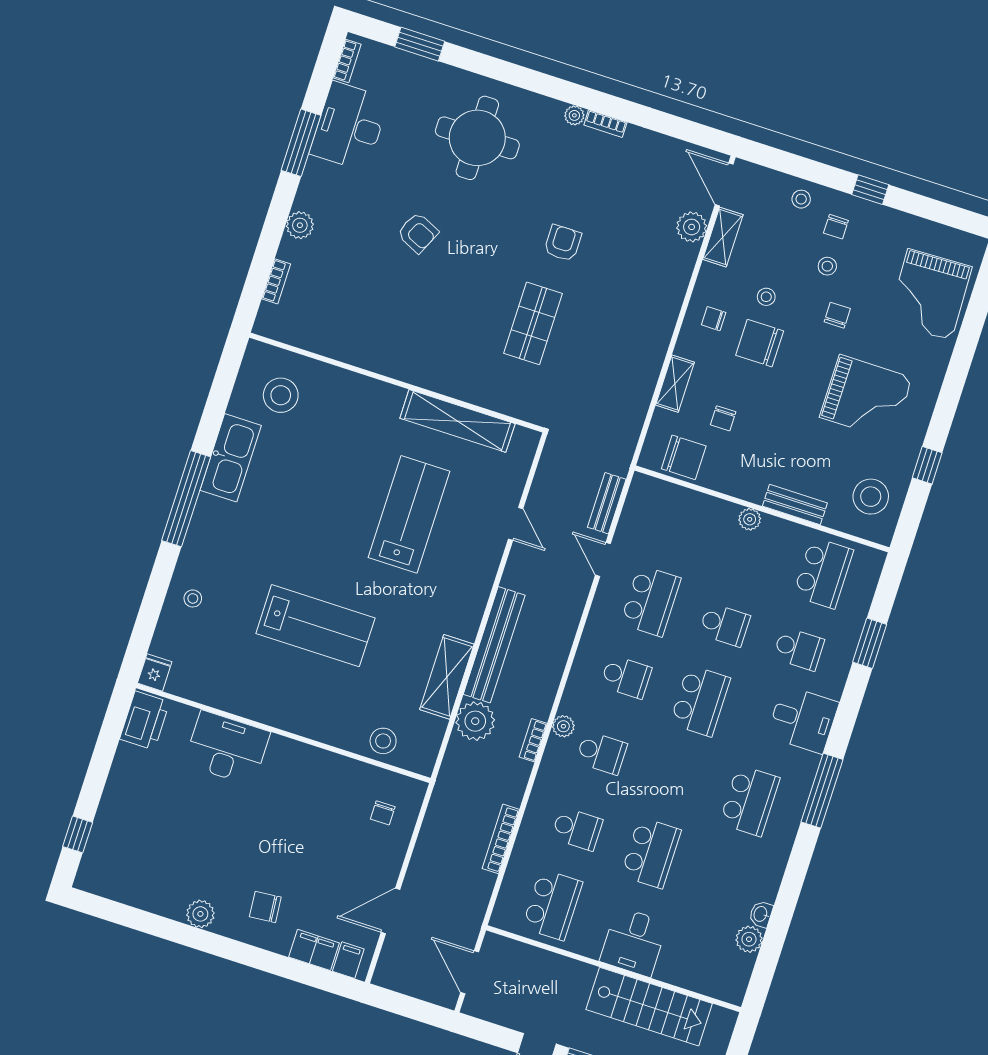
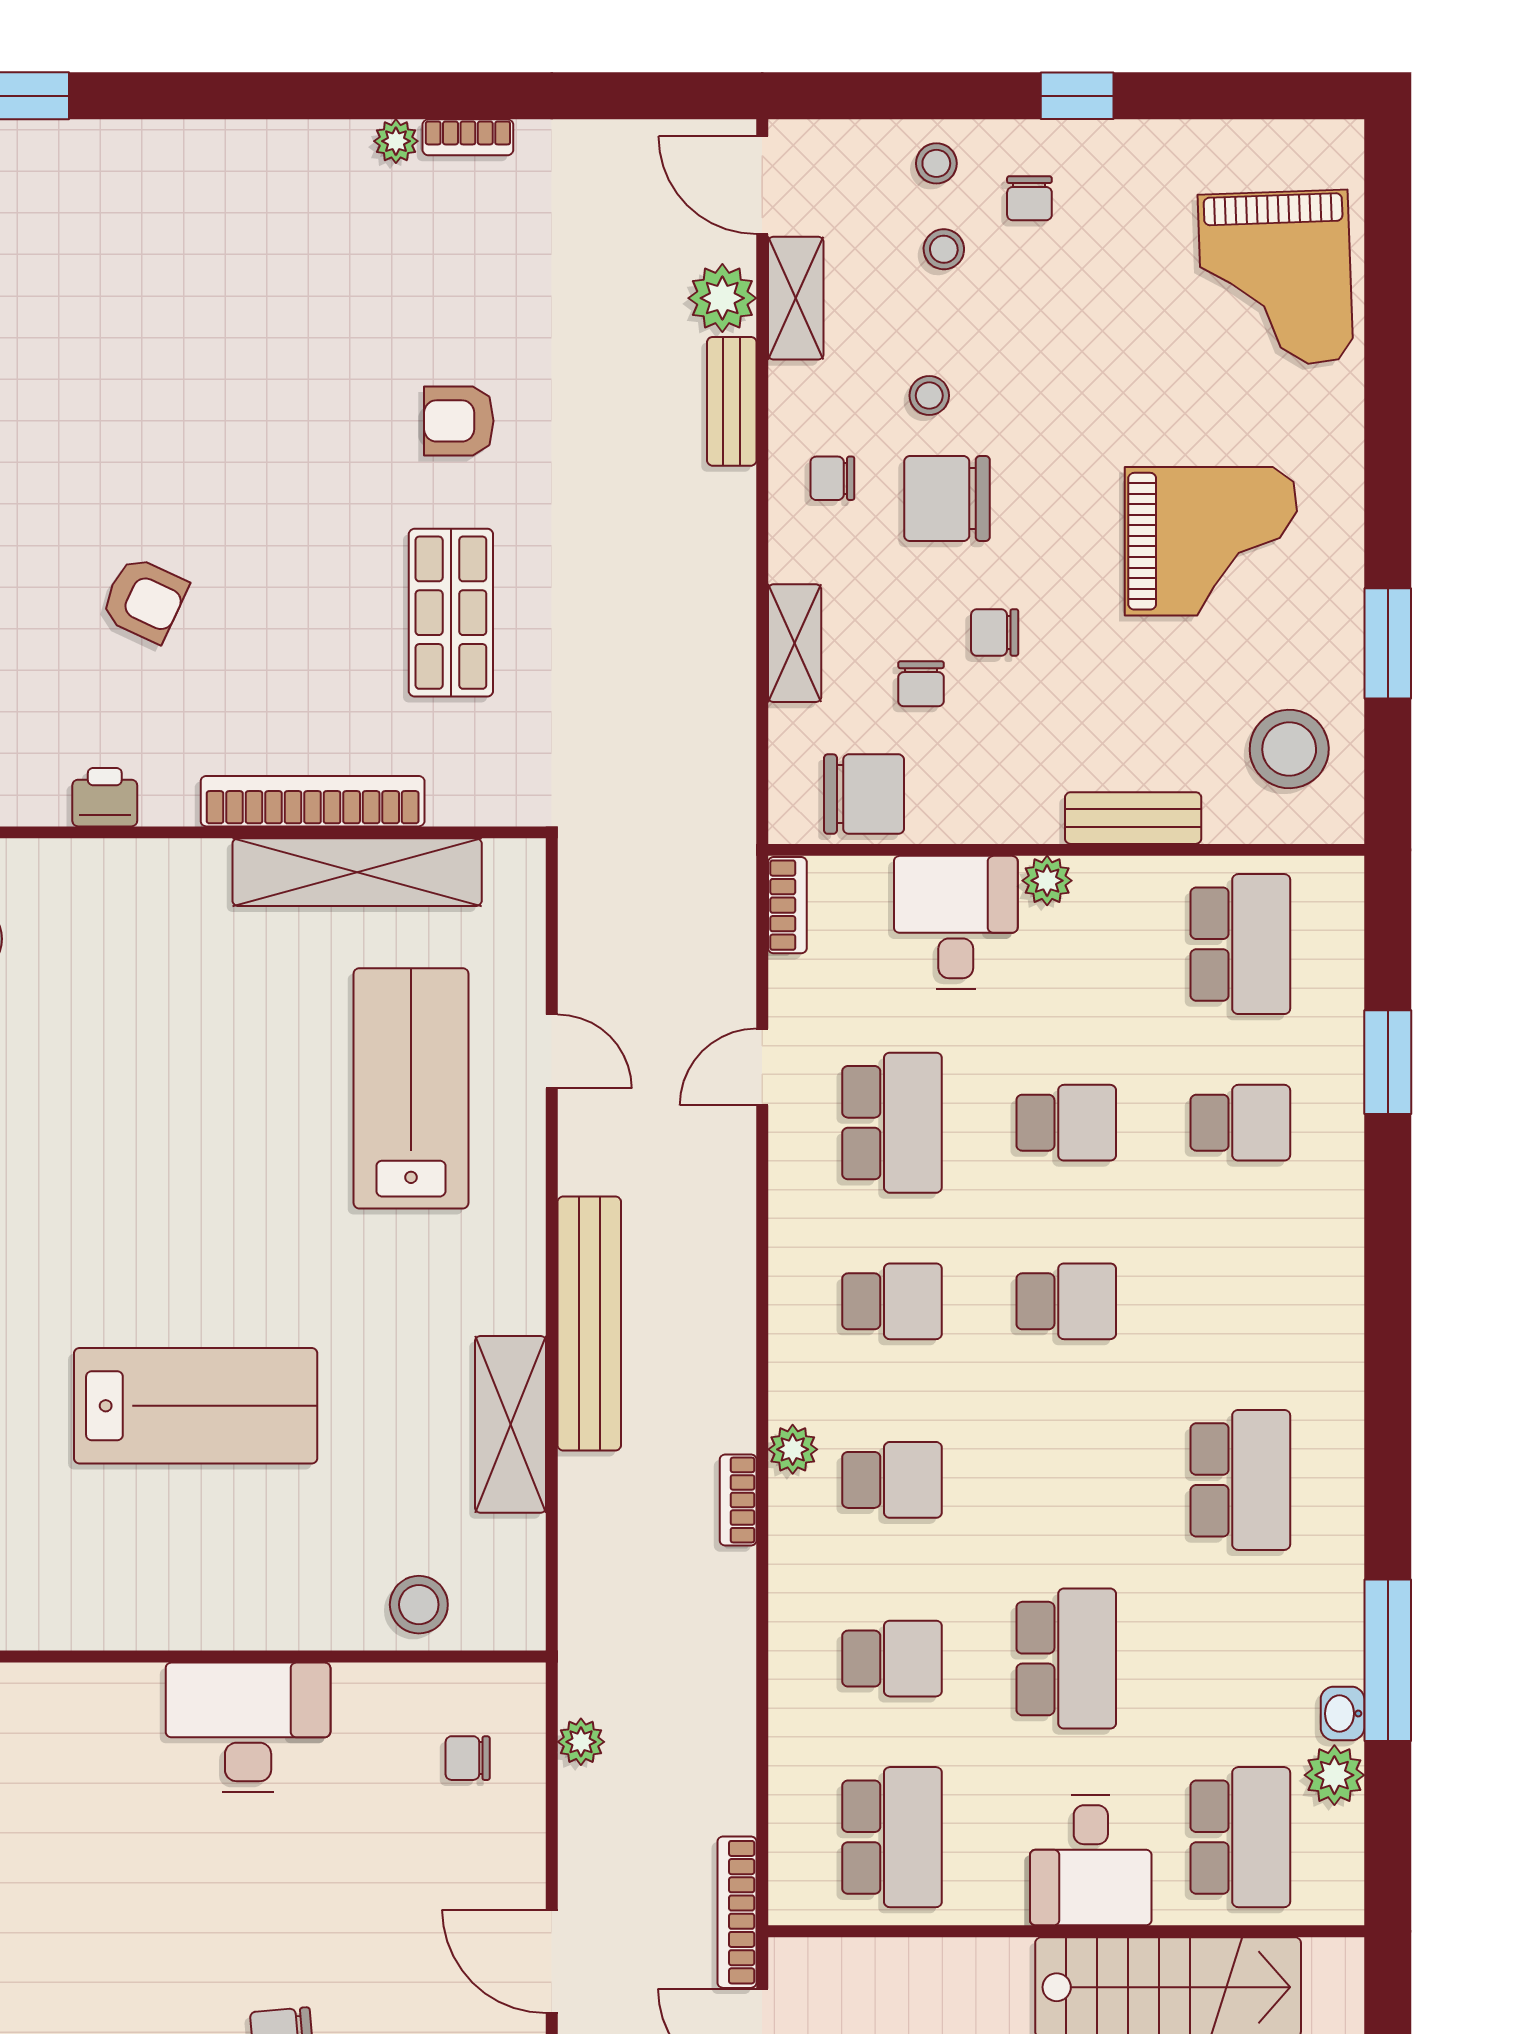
round table: (477, 138) -> (205, 256), removed
armchair: (418, 233) -> (144, 600), moved
armchair: (563, 243) -> (459, 421), turned -90
stool: (827, 266) -> (944, 249), moved
chair: (837, 315) -> (995, 632), moved, turned -90
printer: (360, 354) -> (105, 797), added
bookcase: (448, 385) -> (313, 801), added
window: (927, 465) -> (1388, 643), width x1.50
bookcase: (636, 494) -> (787, 905), added
bench: (607, 503) -> (732, 401), moved
lab bench: (409, 514) -> (411, 1088), moved
door: (603, 559) -> (762, 1067), hinge flipped
school desk: (700, 701) -> (1066, 1301), width x0.54
desk: (803, 719) -> (956, 922), moved, turned -90
plant: (475, 721) -> (581, 1742), moved, width x0.53, depth x0.53
desk: (227, 748) -> (248, 1727), moved
window: (822, 791) -> (1388, 1660), moved
chair: (383, 813) -> (468, 1758), turned 90
bookcase: (501, 839) -> (737, 1912), moved
door: (391, 911) -> (552, 1961), hinge flipped
school desk: (701, 953) -> (1240, 1837), added

